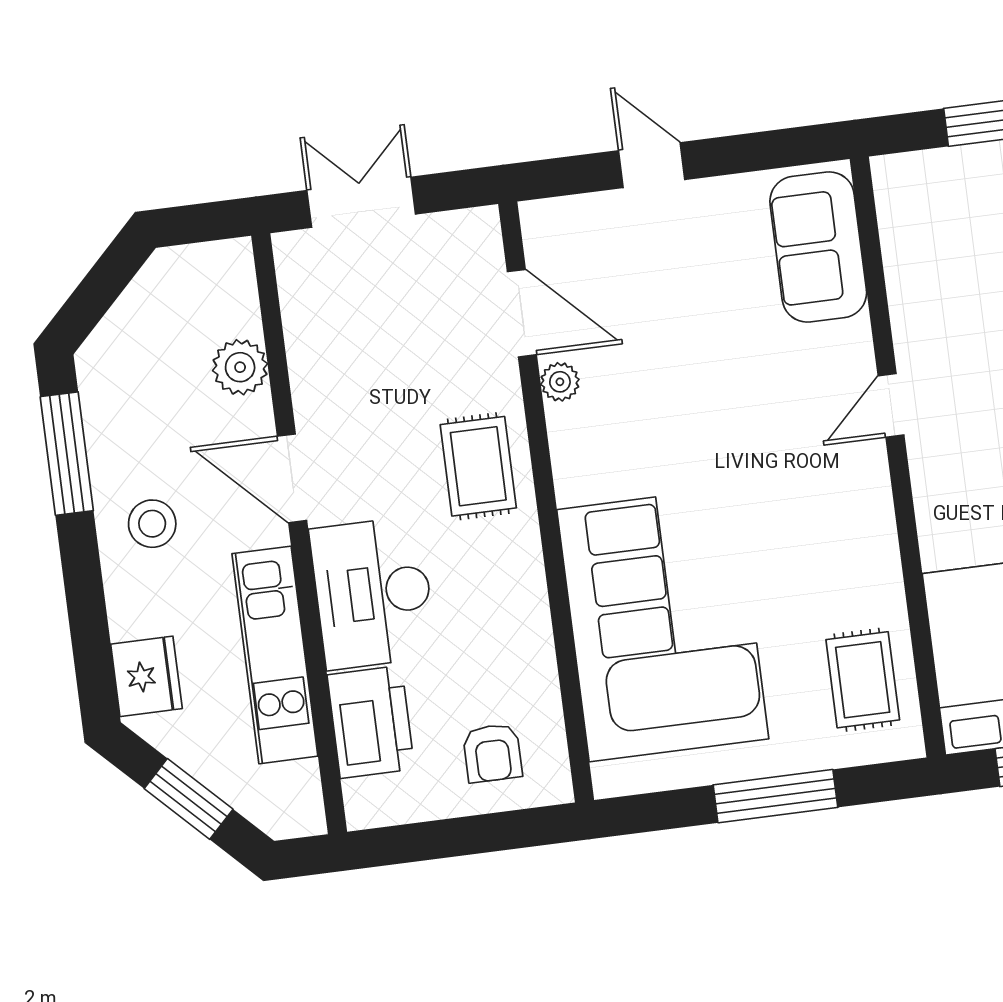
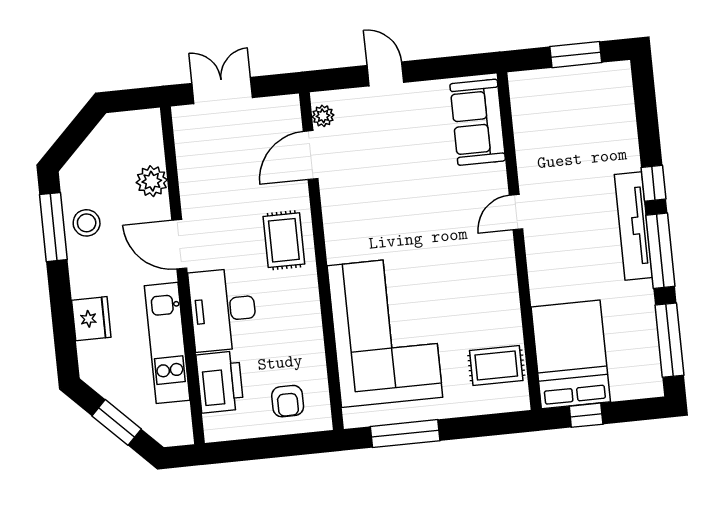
door: (522, 313) -> (311, 155), swing flipped
plant: (560, 382) -> (323, 116), moved
stool: (152, 524) -> (87, 223), moved
fridge: (146, 676) -> (91, 319), moved
rug: (863, 680) -> (496, 366), turned 90
window: (775, 796) -> (405, 434), moved

